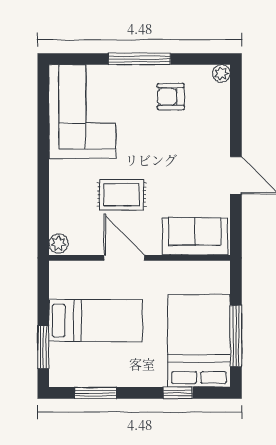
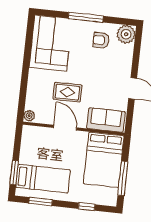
plant: (221, 73) -> (126, 34), width x1.88, depth x1.88
bed: (95, 321) -> (43, 179), moved
bed: (199, 341) -> (104, 160), moved, turned 180

